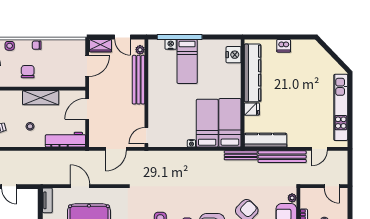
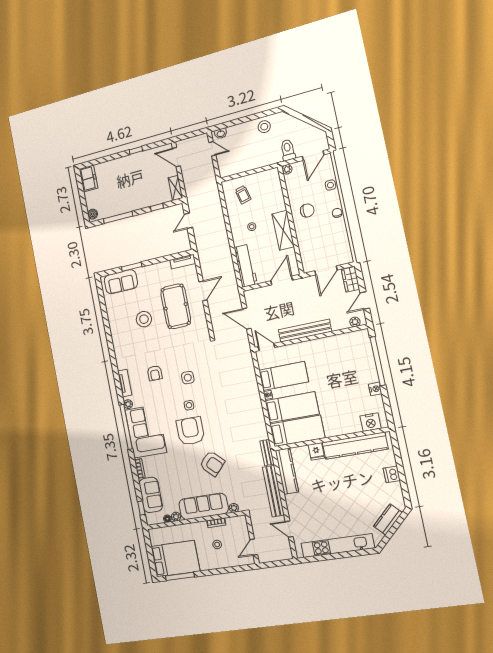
nightstand: (171, 44) -> (375, 389), moved
kitchen counter: (323, 57) -> (388, 519), added
bed: (187, 61) -> (284, 376), moved, turned 180
door: (87, 66) -> (326, 270), hinge flipped
bench: (139, 80) -> (305, 331), moved
door: (87, 109) -> (282, 280), hinge flipped
bench: (241, 155) -> (267, 452), width x0.73

